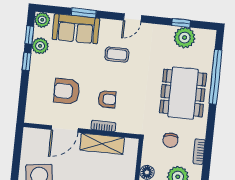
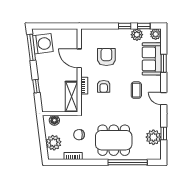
shelving: (102, 144) -> (72, 97), moved

